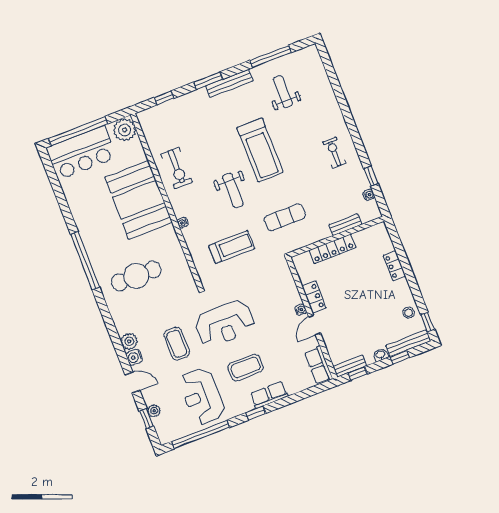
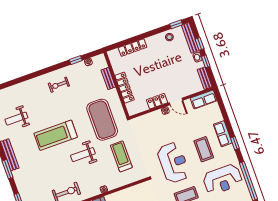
treadmill: (260, 150) -> (56, 135), turned 180
weight bench: (233, 191) -> (83, 155), turned 180
exercise mat: (285, 217) -> (102, 120), width x2.00, depth x1.45
locker: (394, 266) -> (133, 48), width x1.53
window: (358, 374) -> (206, 61), moved

